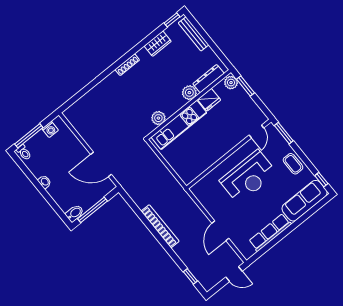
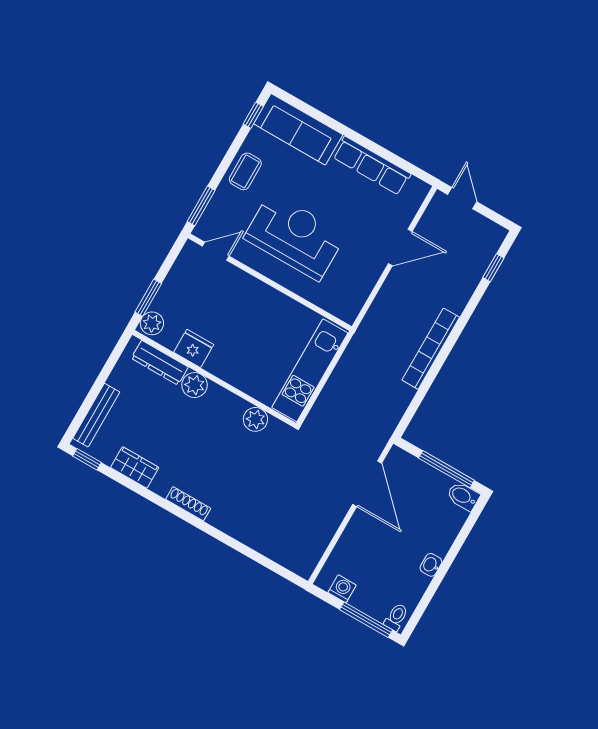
kitchen unit: (179, 125) -> (310, 370), moved, turned -90

